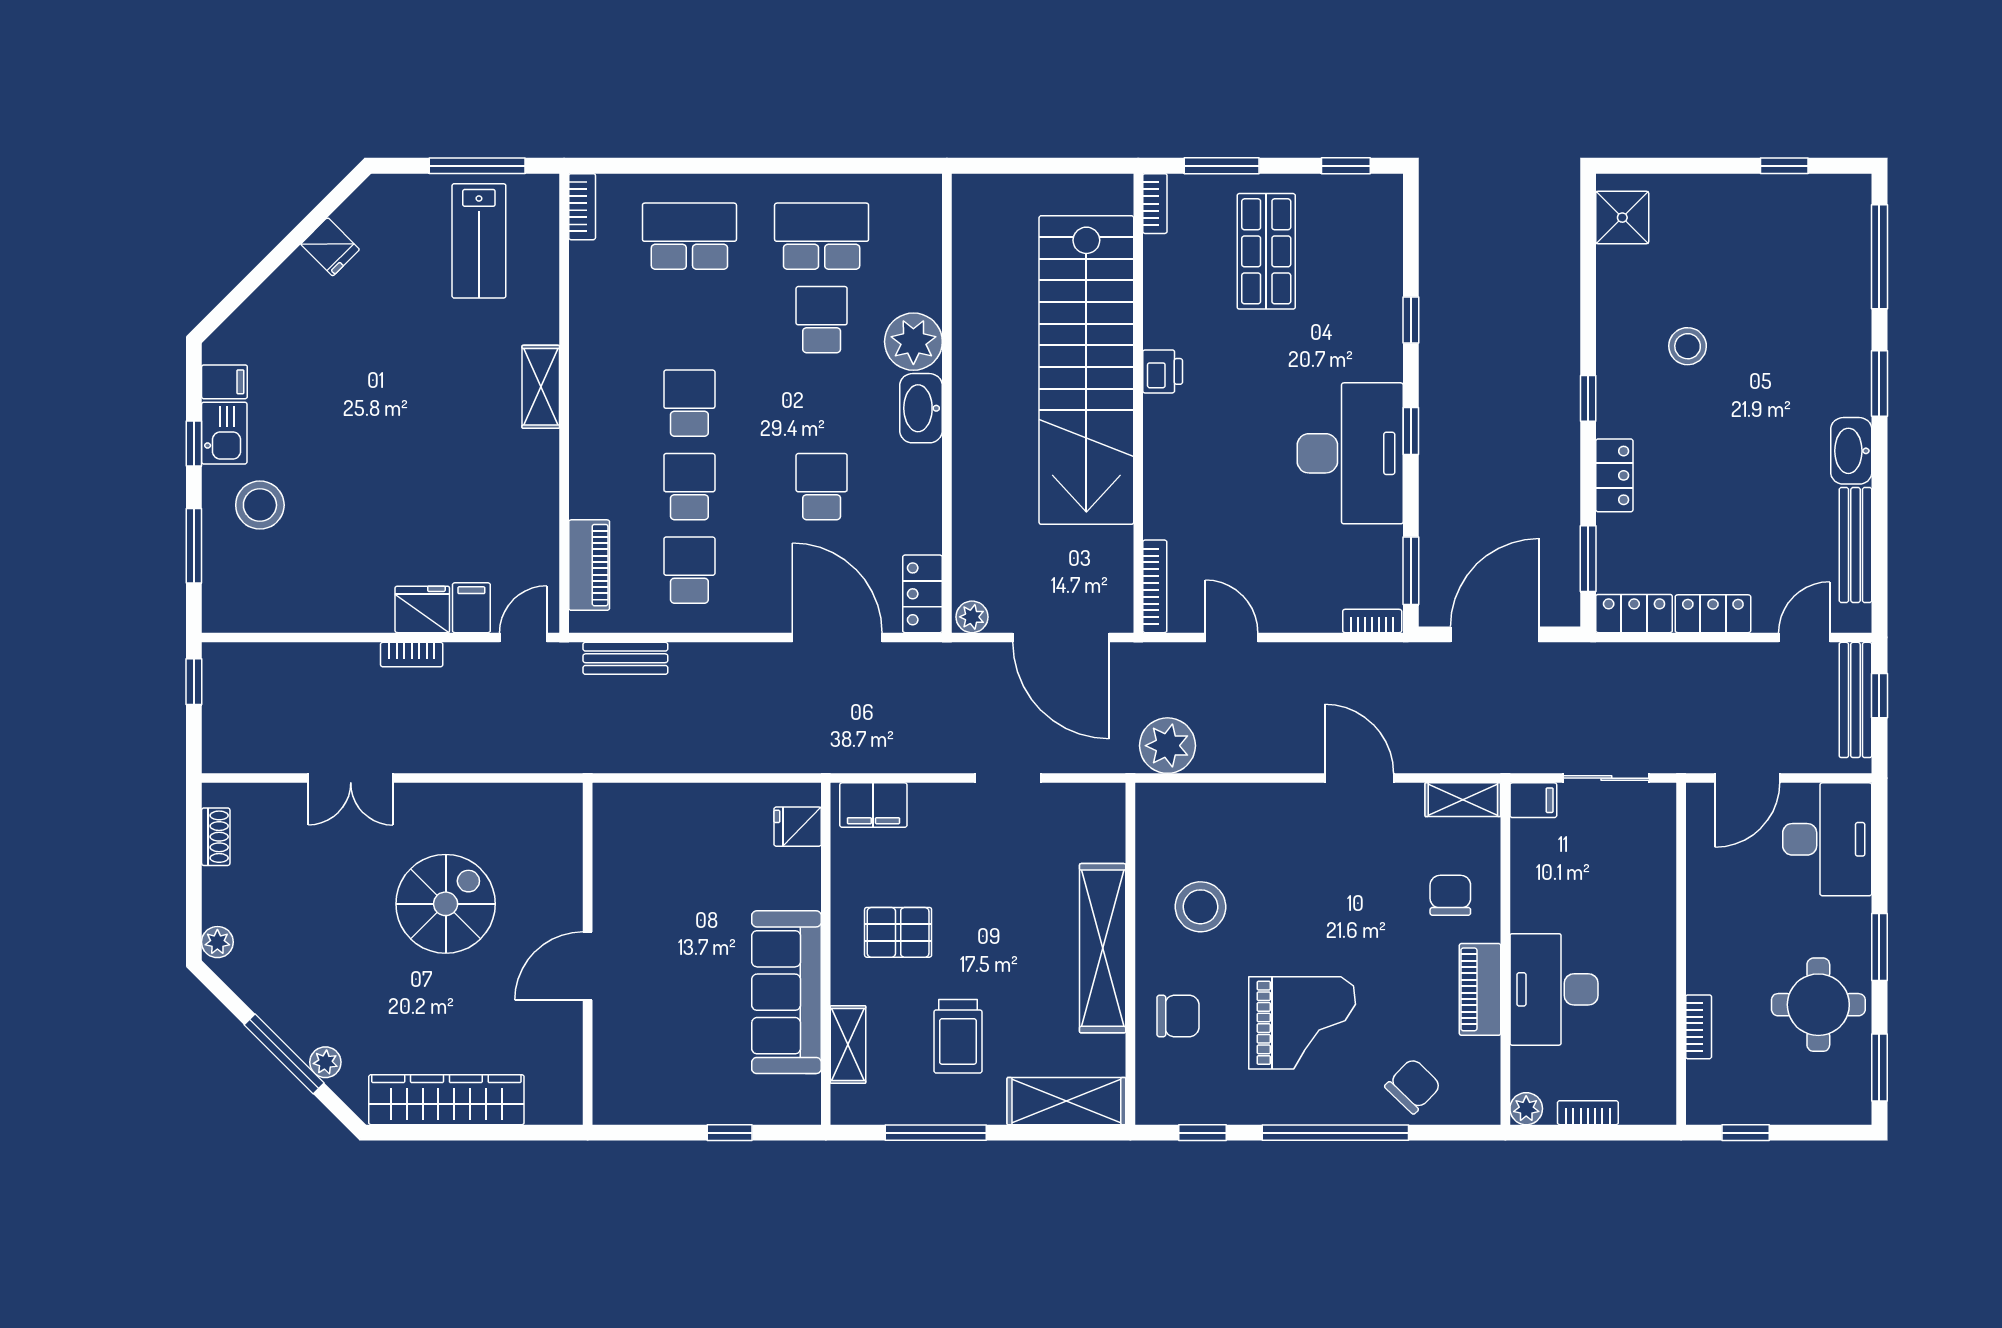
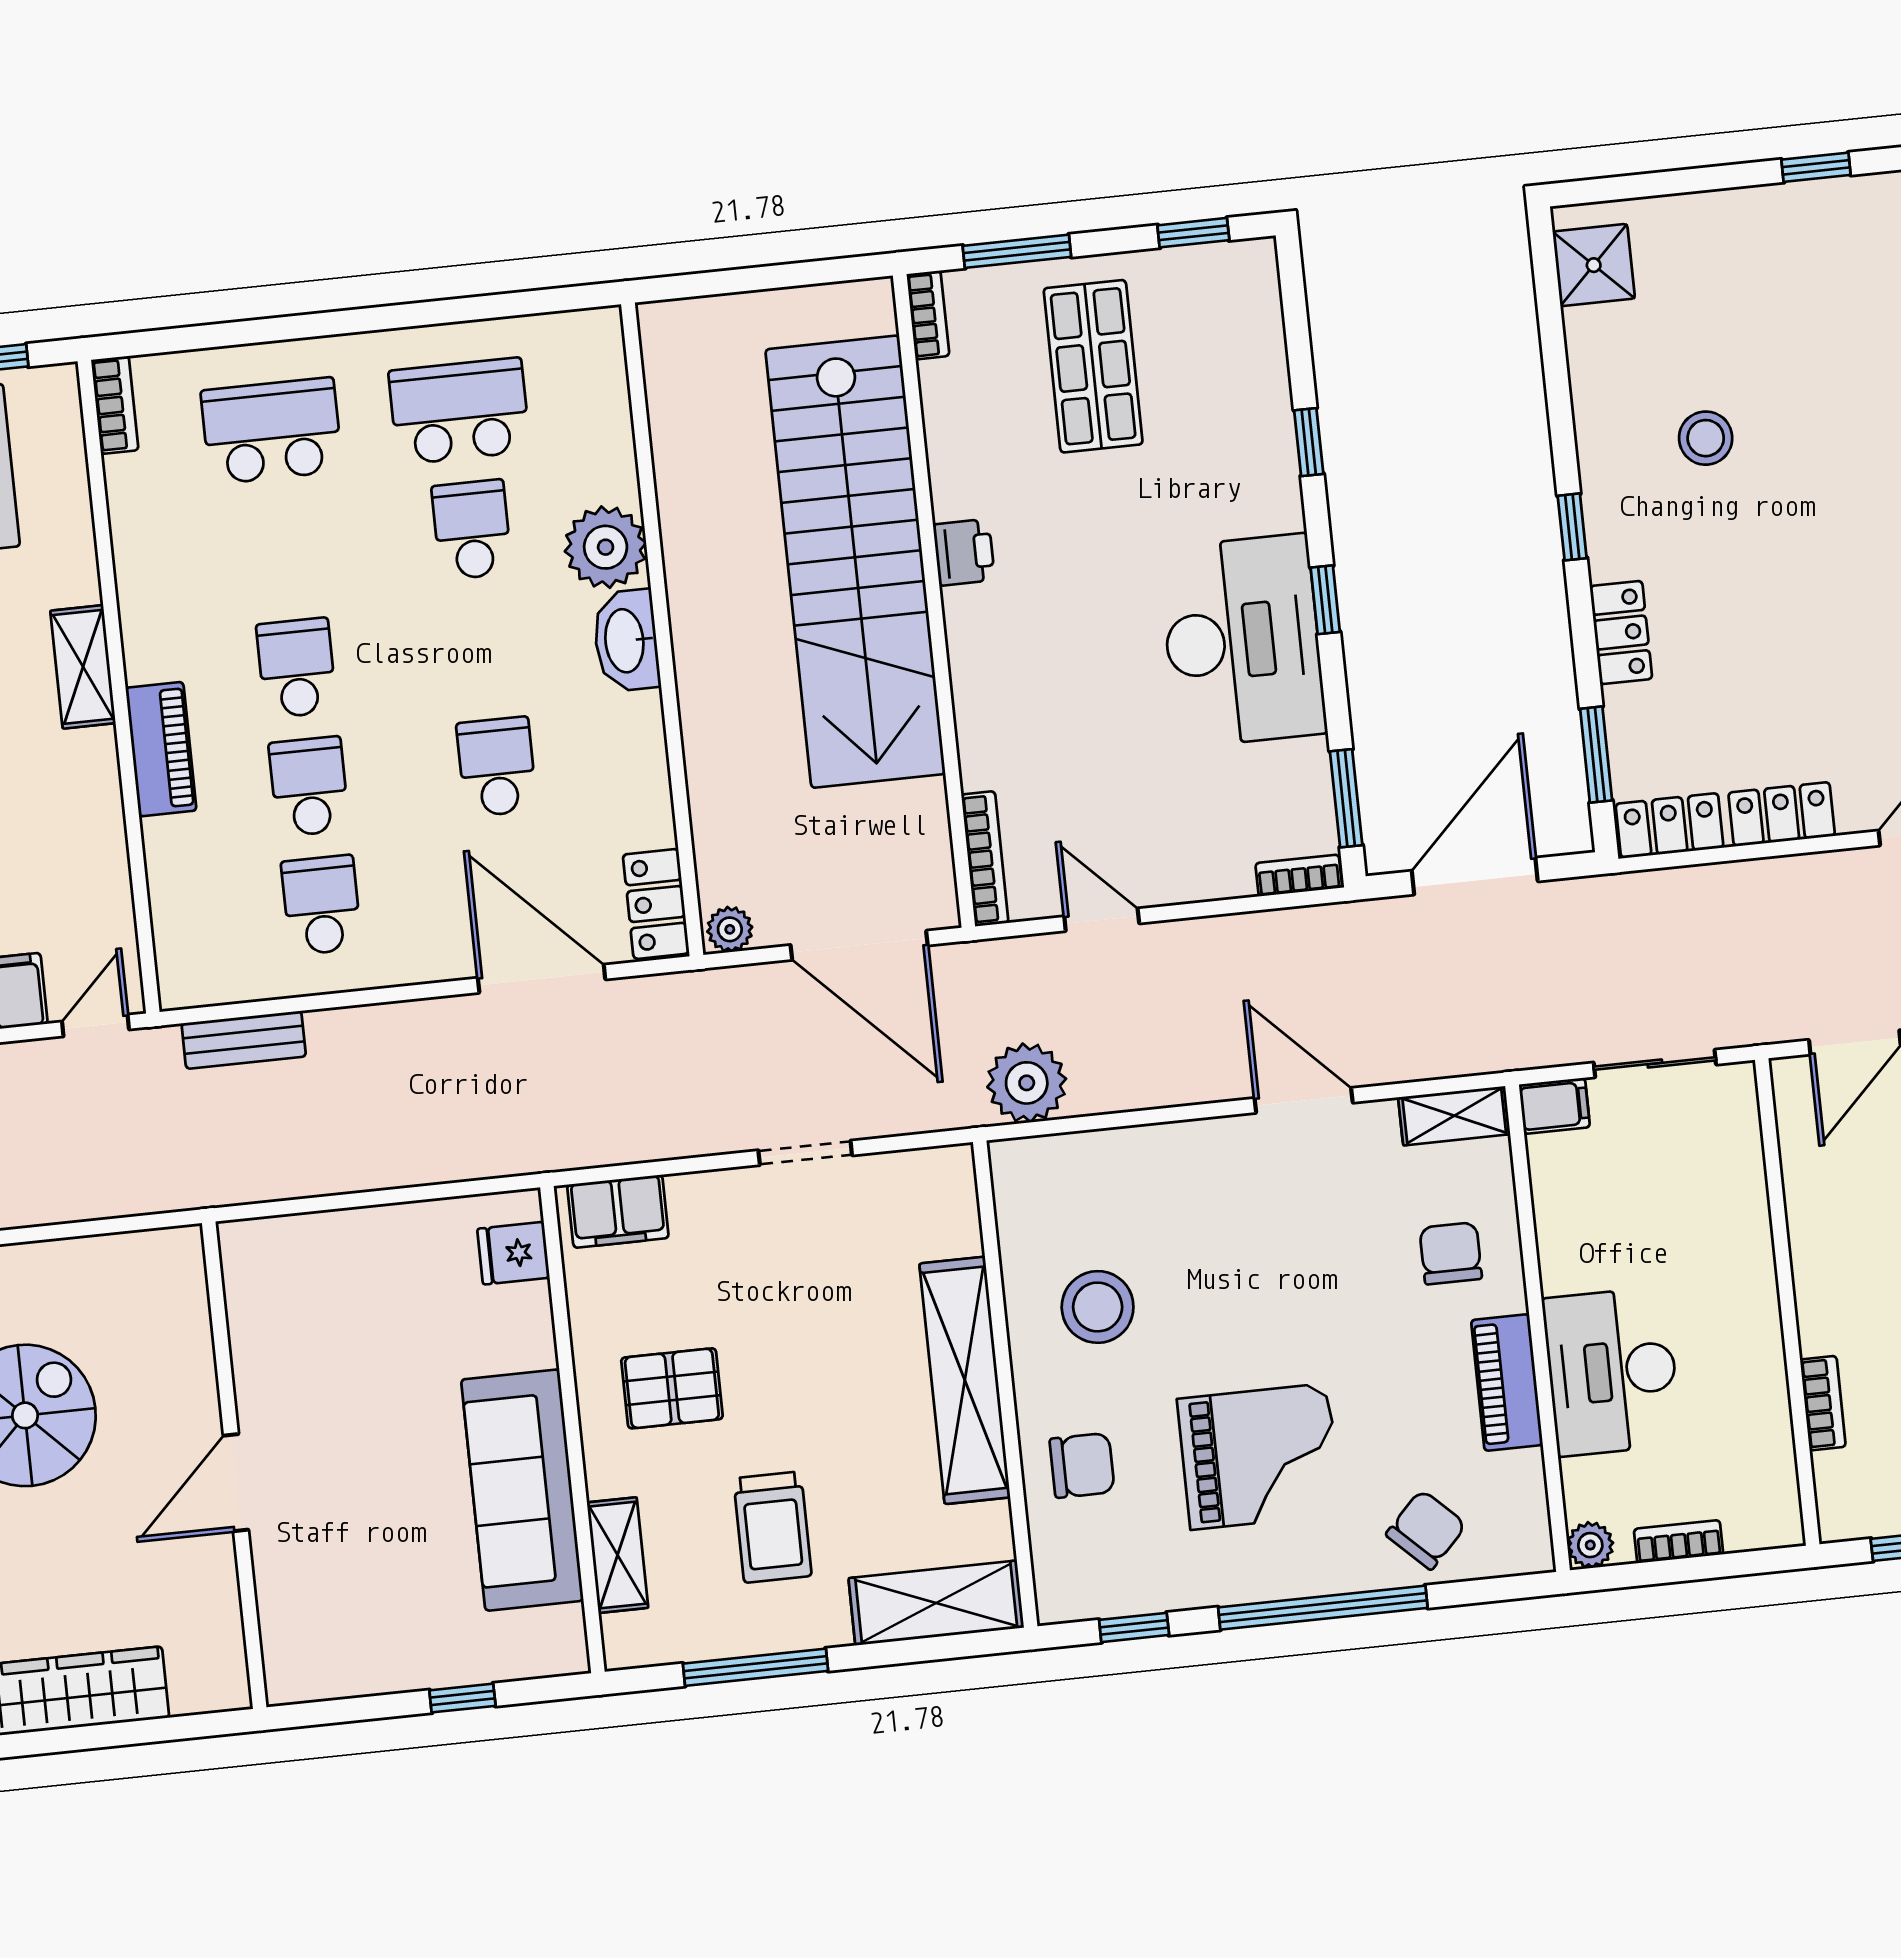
piano: (589, 565) -> (161, 749), moved

